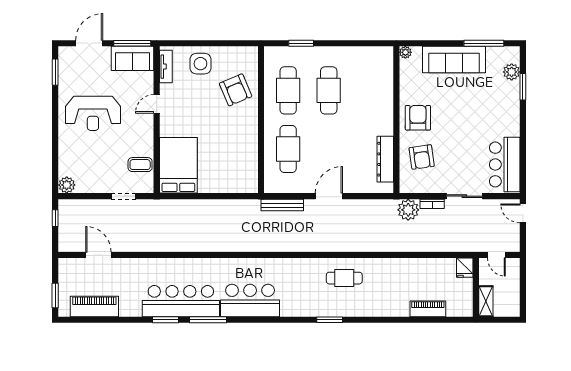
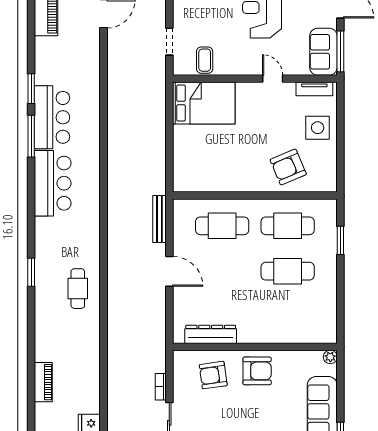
plant: (408, 210) -> (154, 360), removed
bar counter: (181, 301) -> (52, 117), width x0.73

